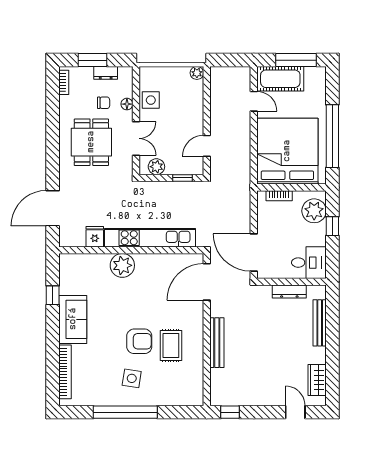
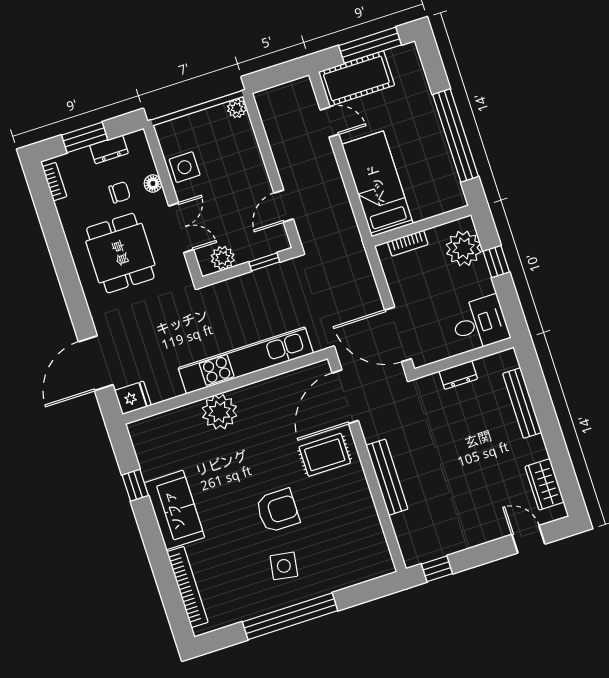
bed: (287, 151) -> (377, 184), width x0.49
fridge: (95, 237) -> (133, 398), moved, turned 90
dresser: (289, 291) -> (458, 375), width x0.70
rug: (171, 345) -> (325, 455), moved, turned 90

